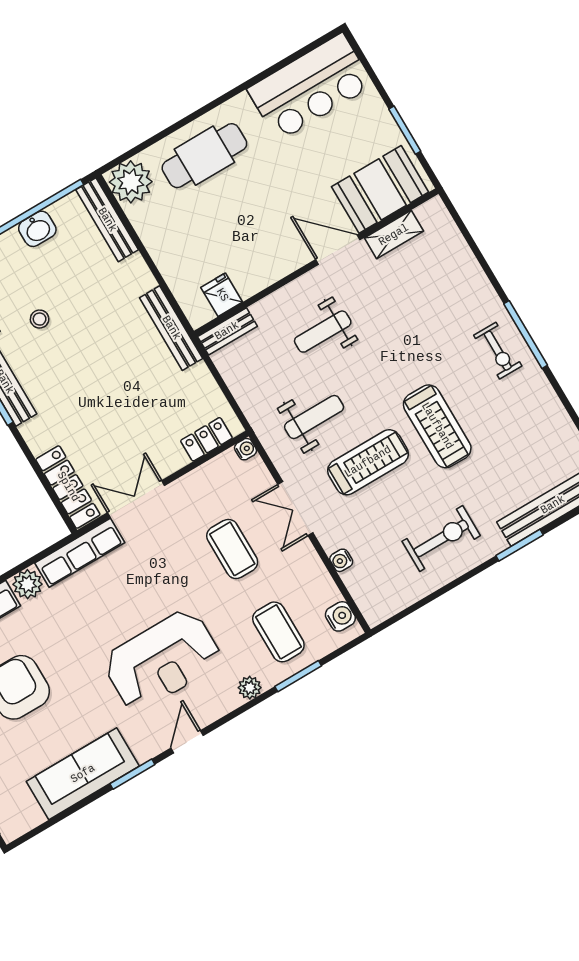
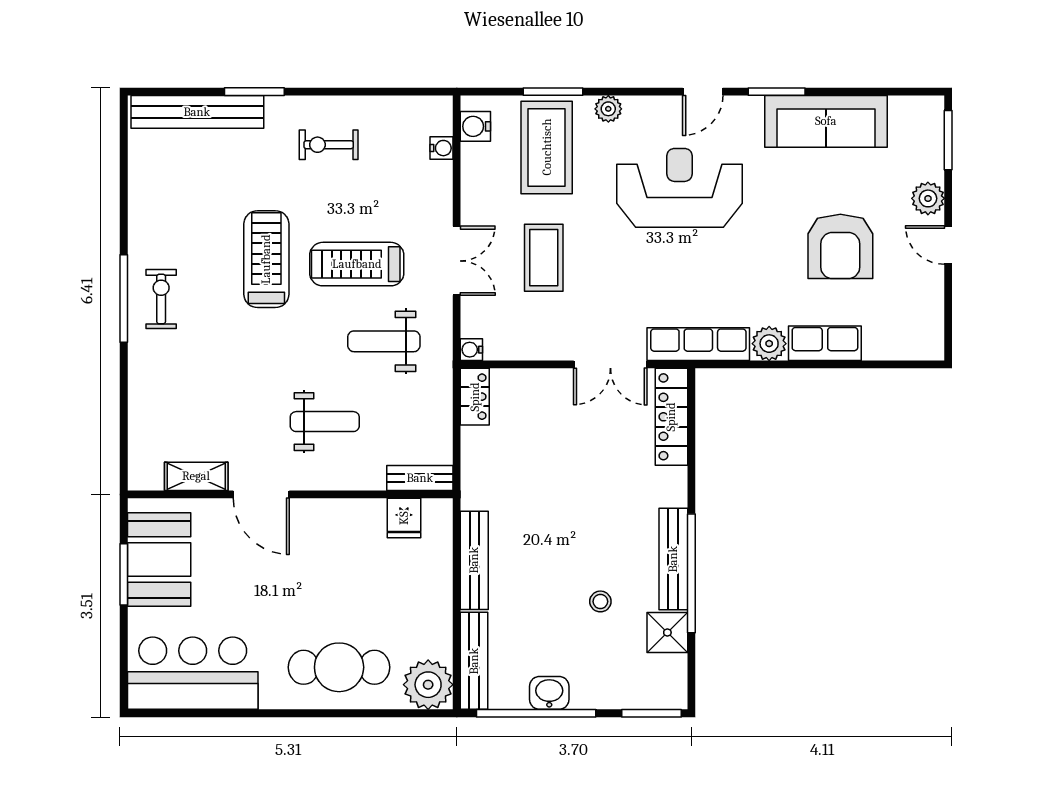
booth: (380, 189) -> (159, 559), moved, turned 90
bench: (171, 328) -> (474, 560), moved
locker: (206, 439) -> (475, 397), moved, turned -90
exercise bike: (441, 538) -> (329, 145), width x0.73, depth x0.72
water cooler: (341, 560) -> (441, 148), moved
coffee table: (278, 632) -> (547, 147), width x1.36, depth x1.32

